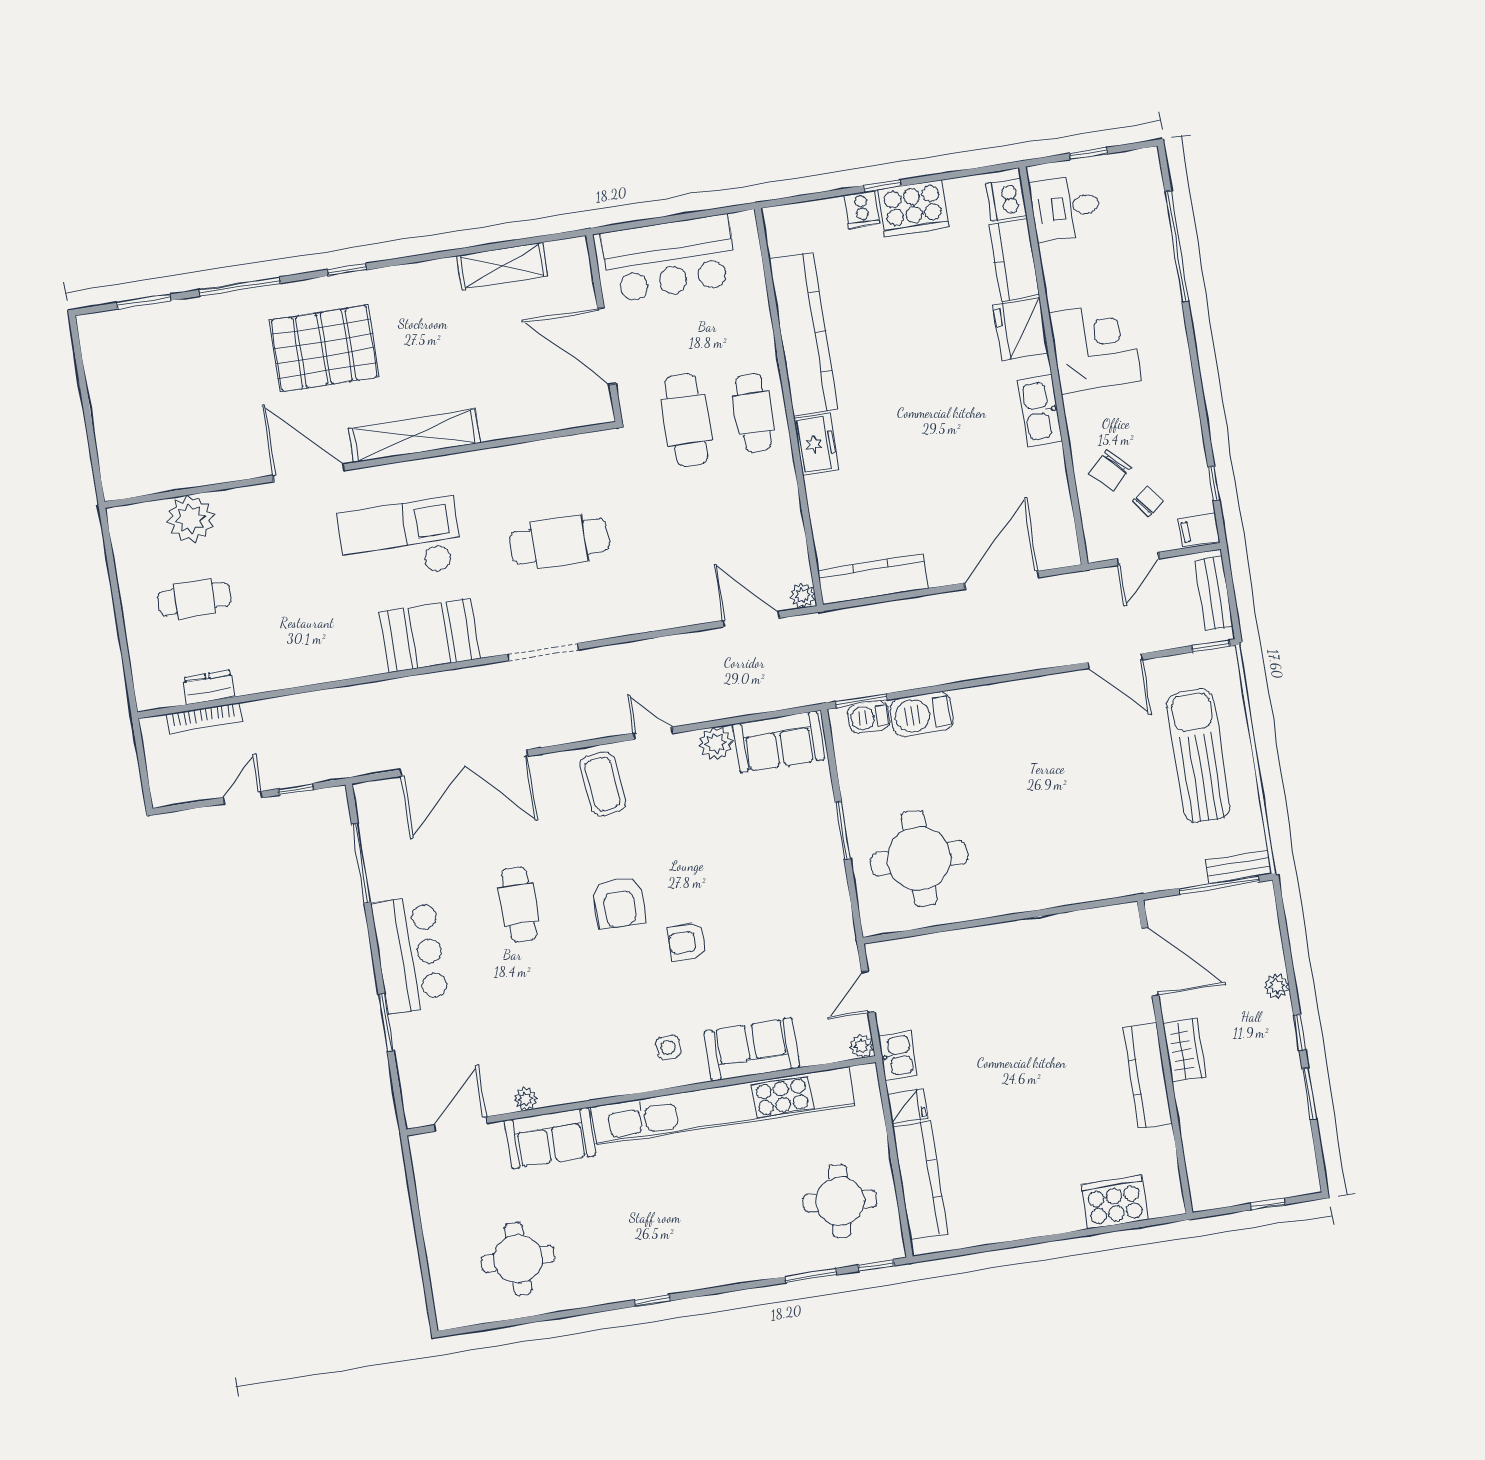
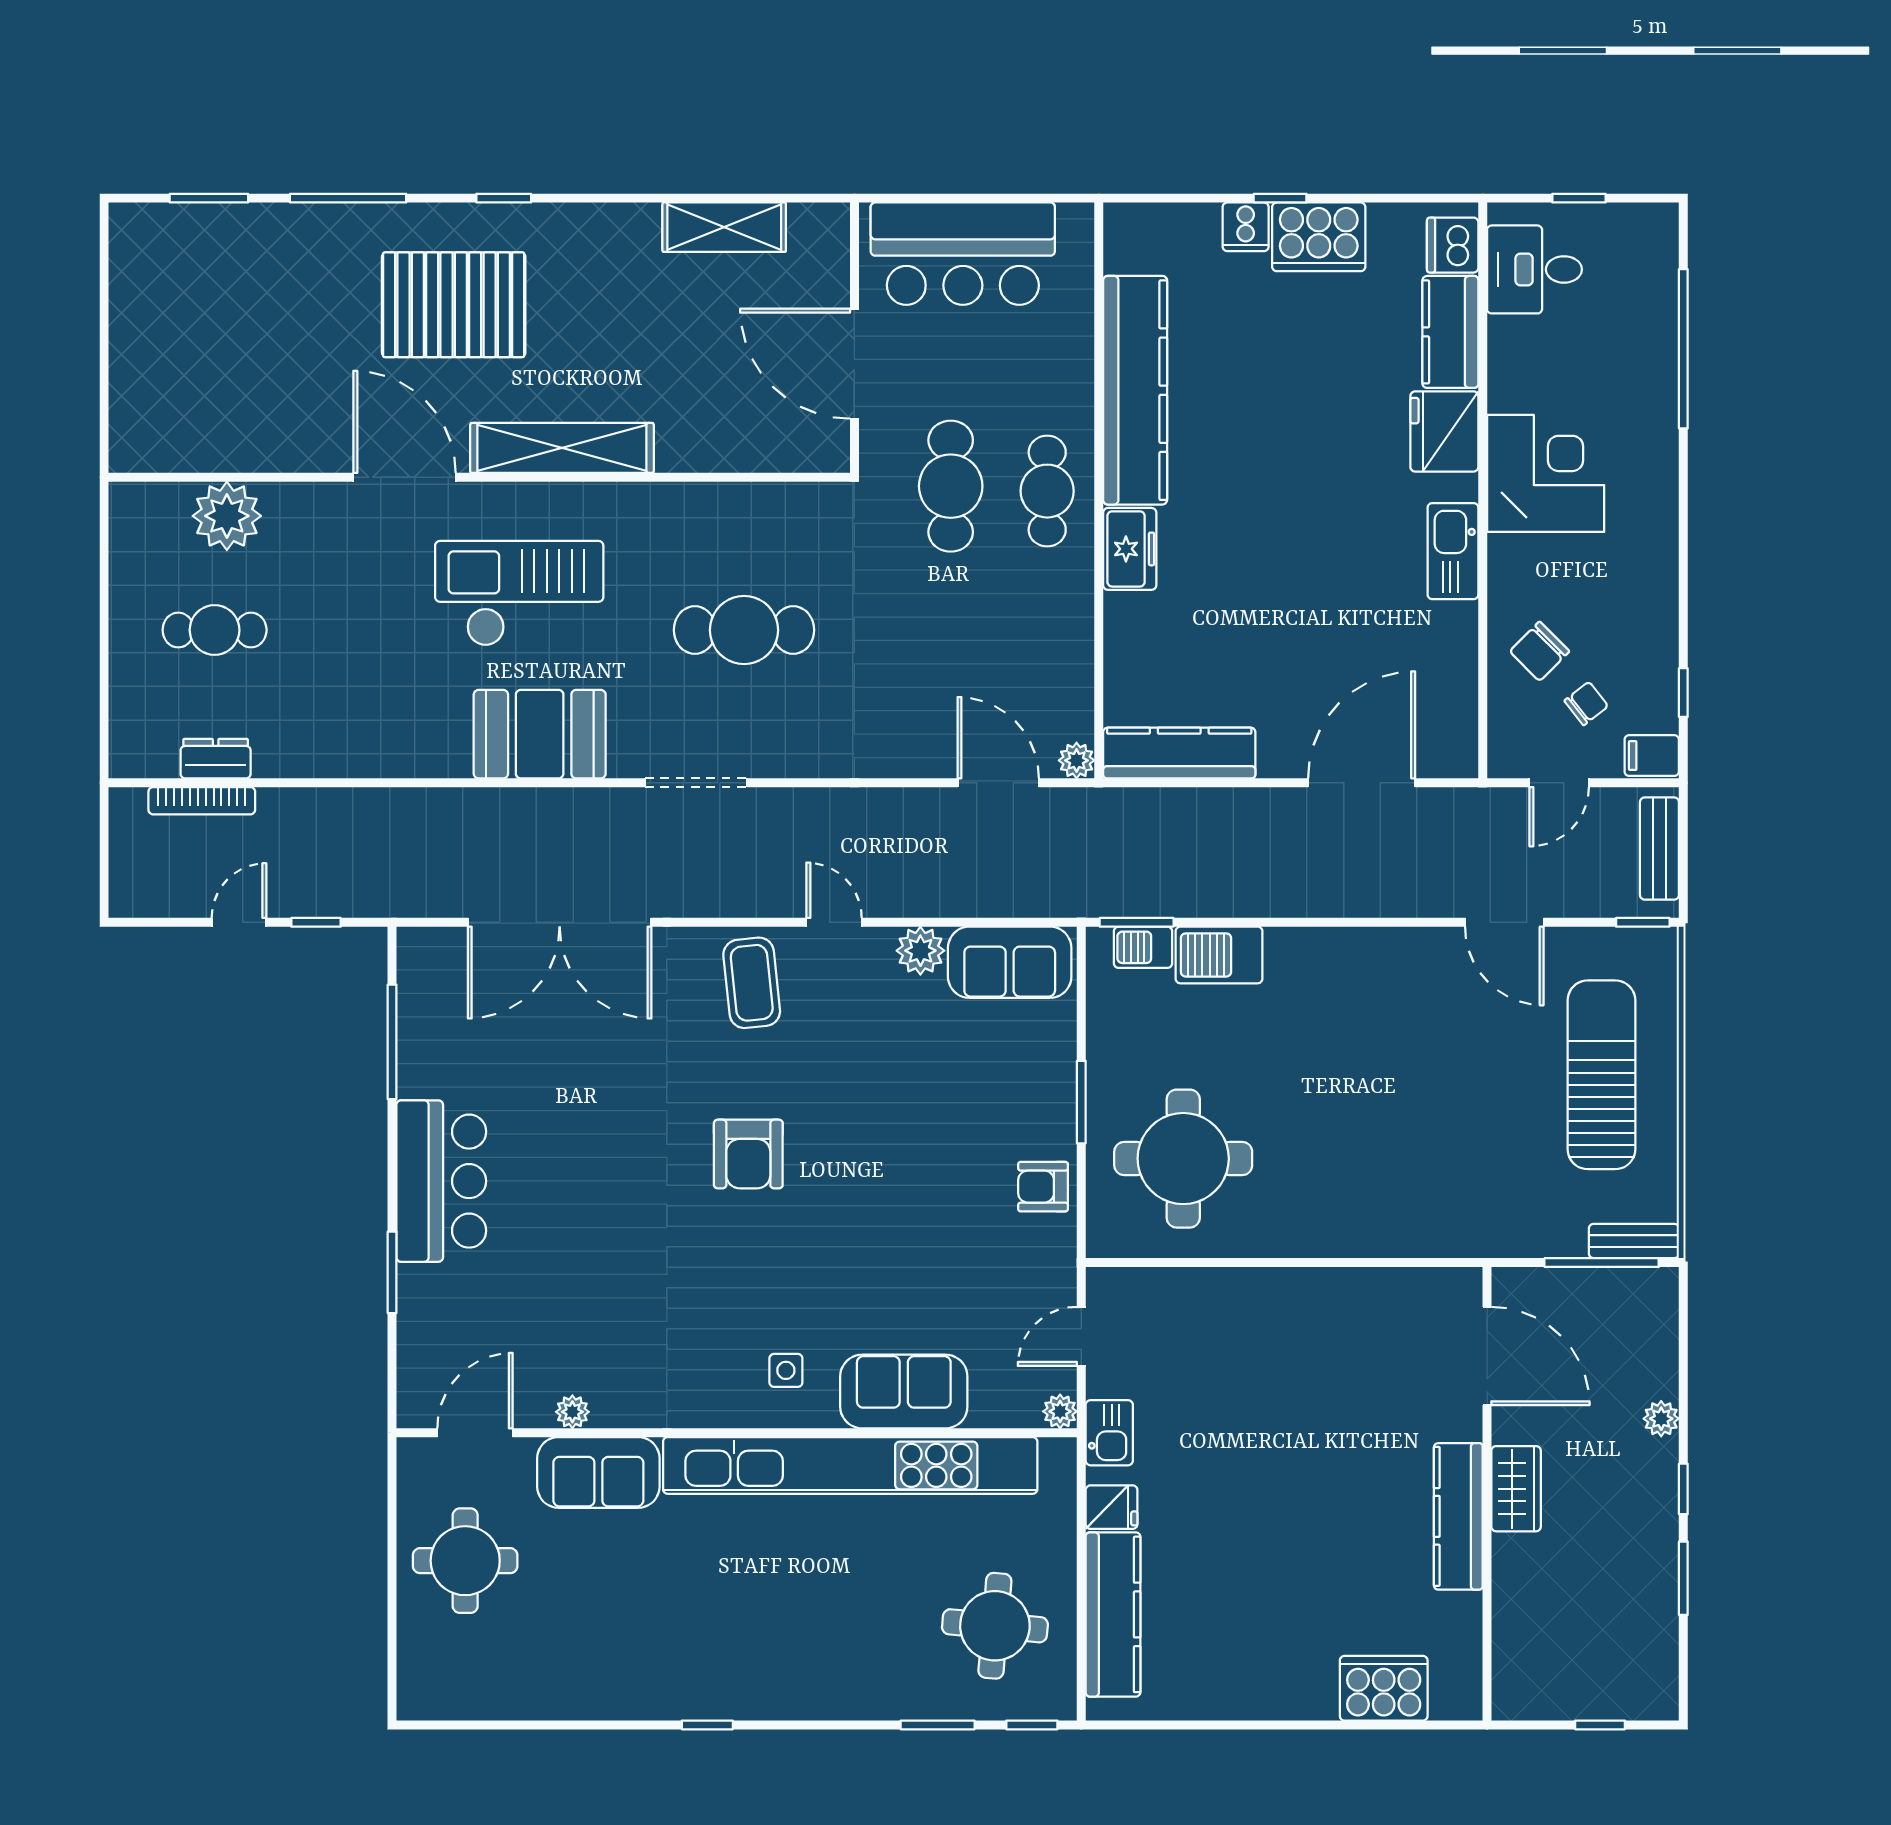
cafe table: (519, 905) -> (606, 1135), removed
armchair: (687, 942) -> (1043, 1187), moved
round table: (518, 1259) -> (465, 1561), moved

